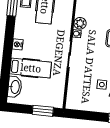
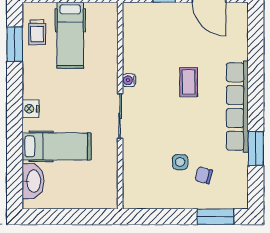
plant: (80, 23) -> (133, 62), removed
window: (43, 111) -> (85, 217), removed

